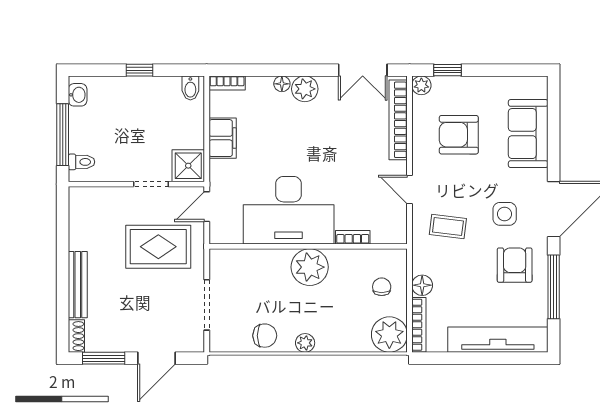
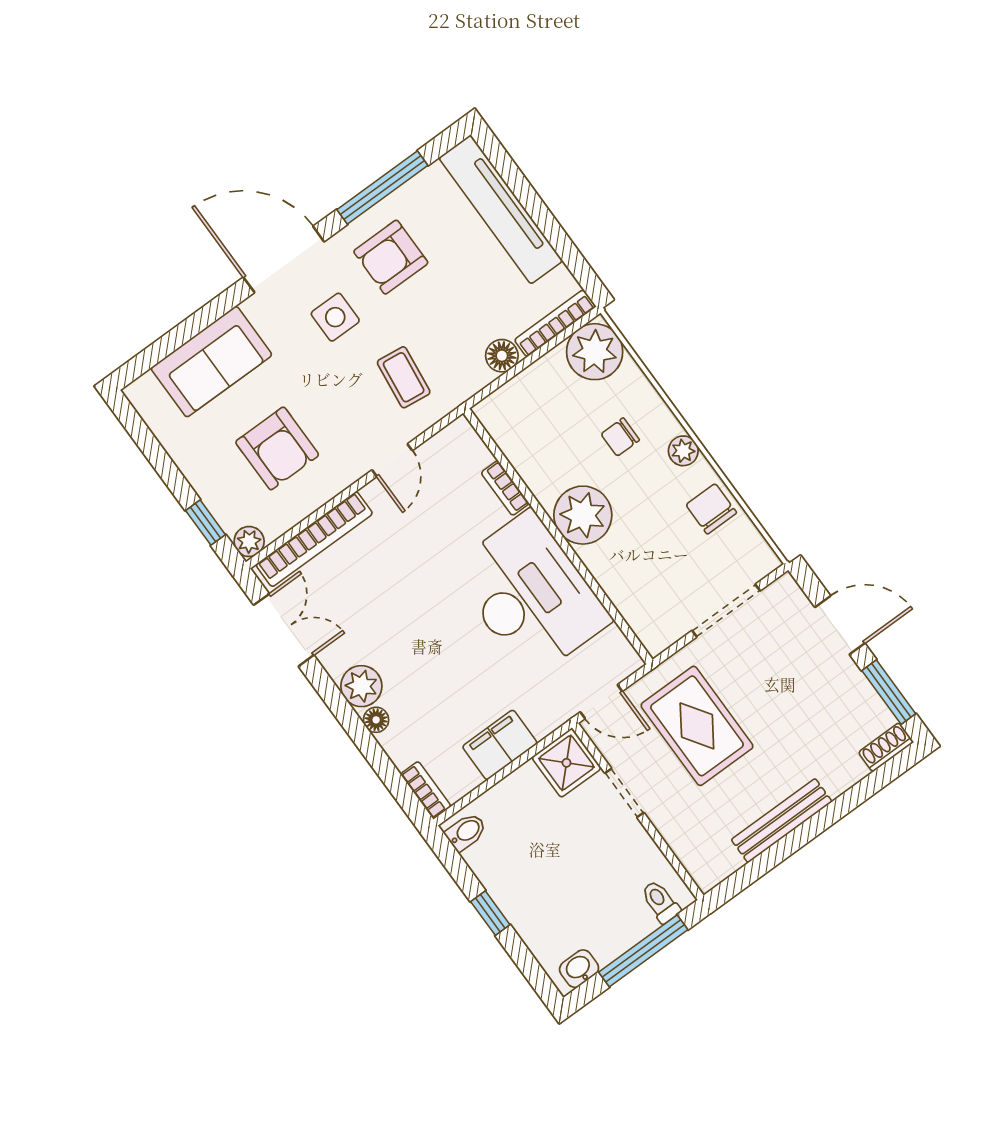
bench: (78, 285) -> (782, 821), moved
chair: (382, 287) -> (620, 437), moved

